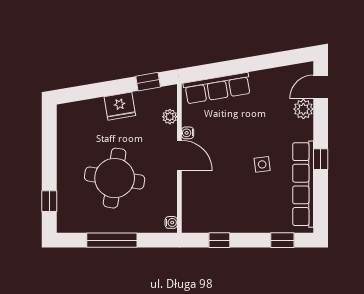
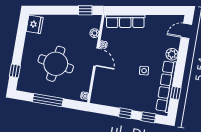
fridge: (120, 106) -> (35, 24), moved, turned -80
plant: (303, 109) -> (172, 54), moved
window: (321, 159) -> (176, 93), moved
window: (219, 240) -> (125, 113), moved

